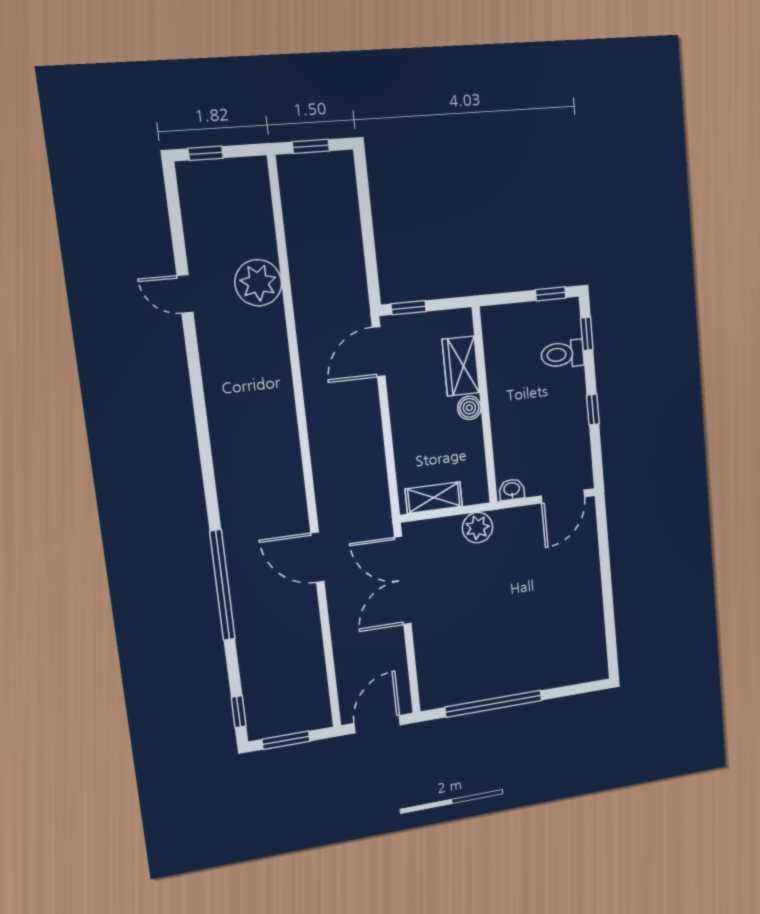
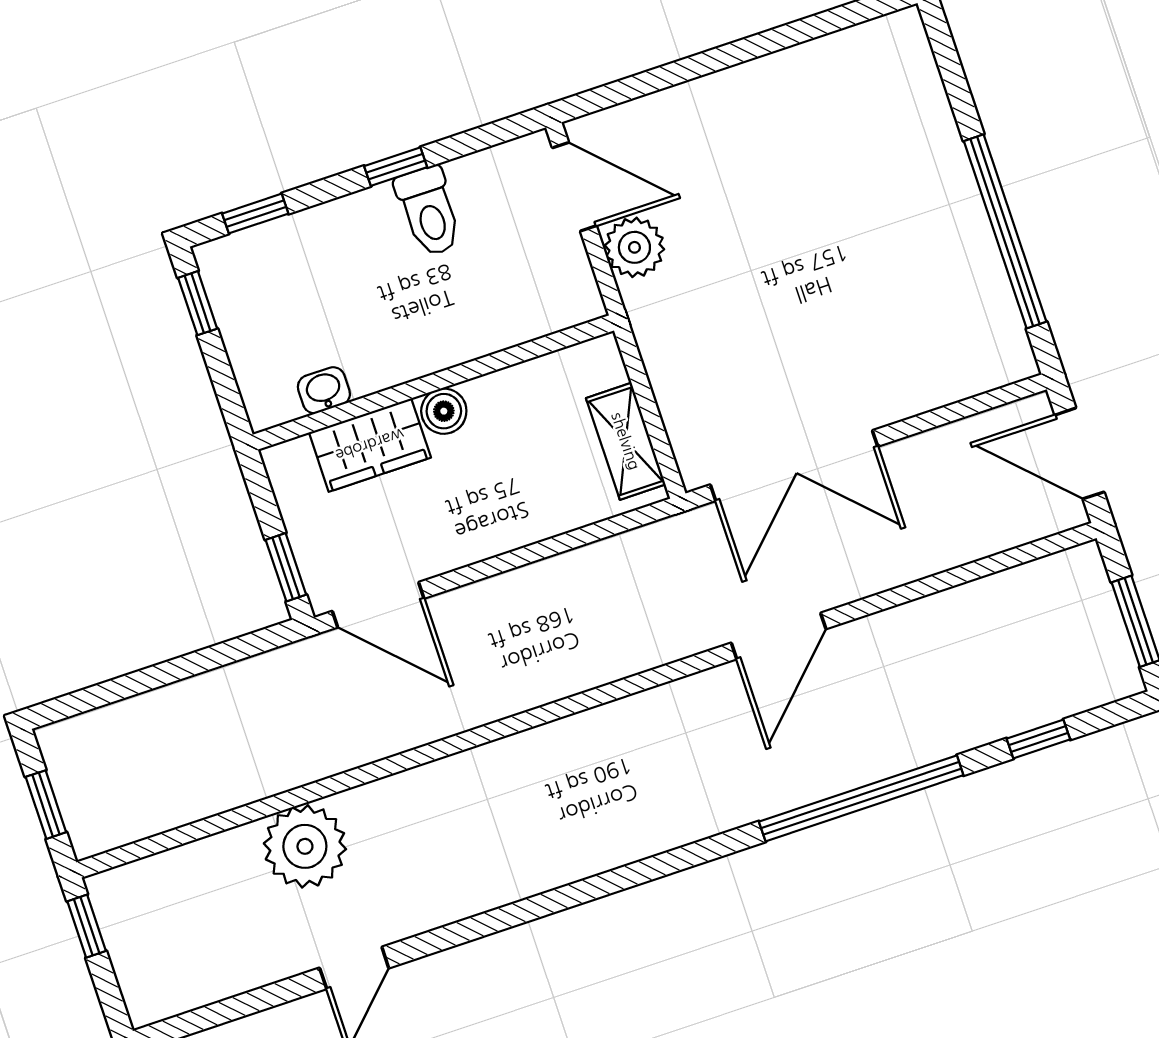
window: (206, 153) -> (87, 926), moved
toilet: (562, 354) -> (429, 211), moved
washbasin: (512, 490) -> (324, 390), moved, turned 90
plant: (477, 528) -> (634, 247), moved
window: (239, 712) -> (1038, 739), moved

